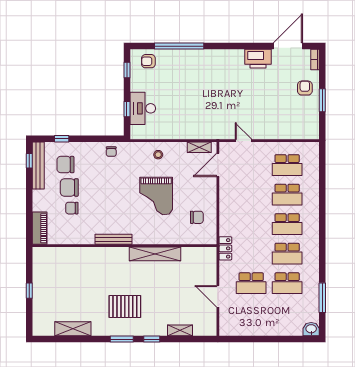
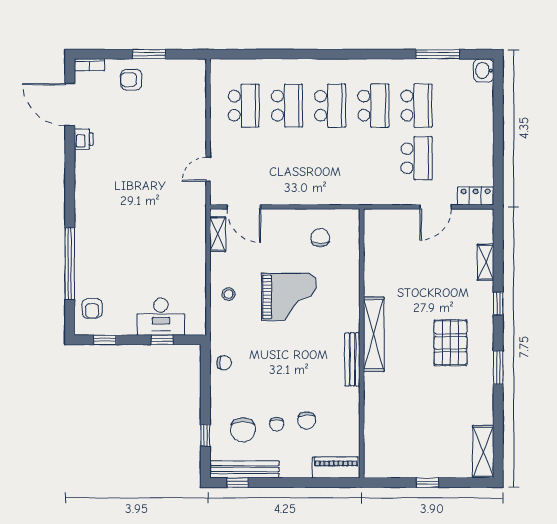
printer: (258, 59) -> (84, 139), width x0.53, depth x0.68
chair: (69, 187) -> (277, 424), width x0.54, depth x0.54
locker: (225, 248) -> (476, 196), moved
shelving: (155, 254) -> (374, 334), moved
shelving: (73, 329) -> (483, 452), moved
window: (122, 339) -> (498, 368), moved

